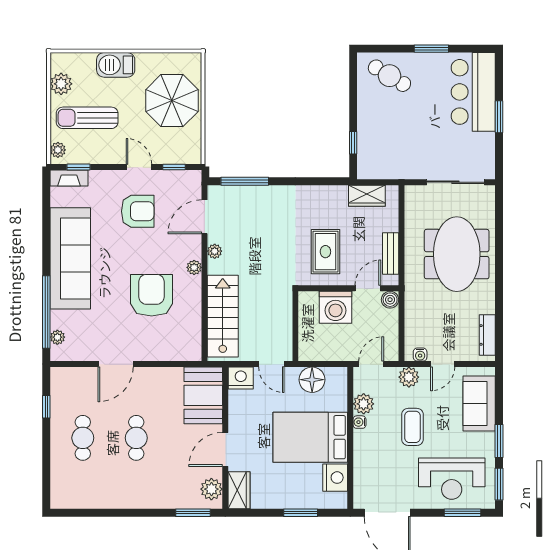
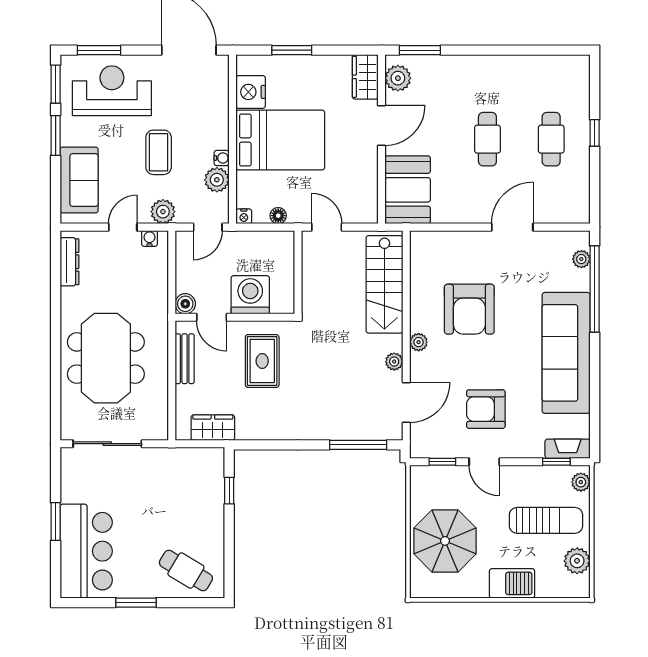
door: (368, 288) -> (212, 317), hinge flipped
nightstand: (241, 378) -> (244, 216), moved, width x0.53, depth x0.56
floor lamp: (312, 380) -> (278, 216), width x0.53, depth x0.53
window: (46, 407) -> (595, 133), moved

